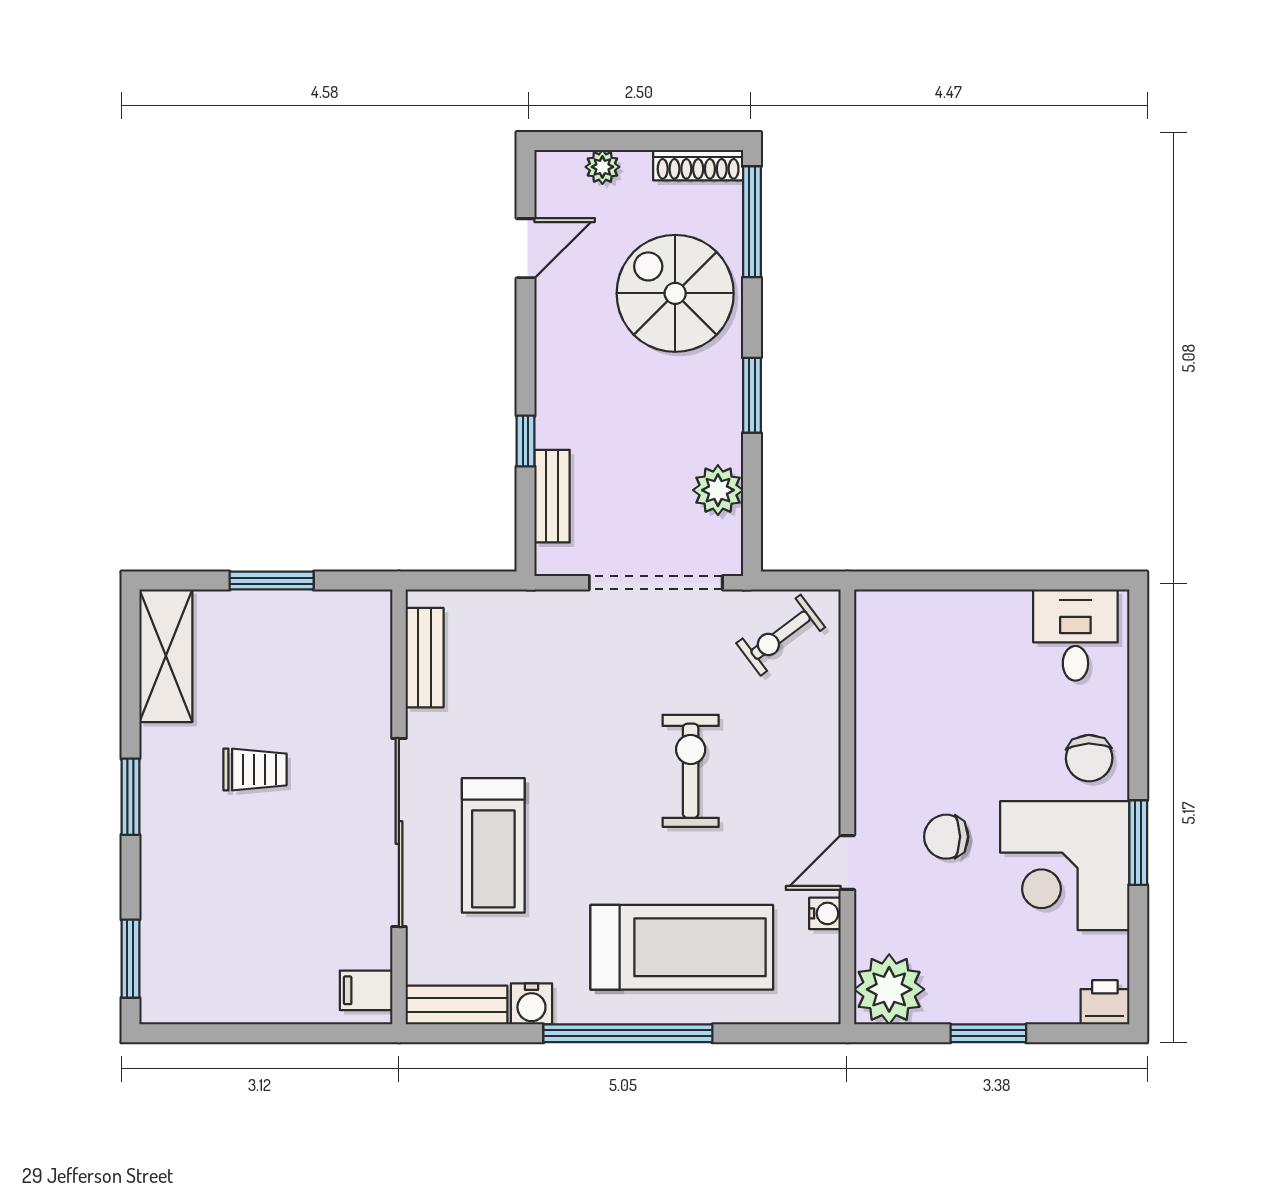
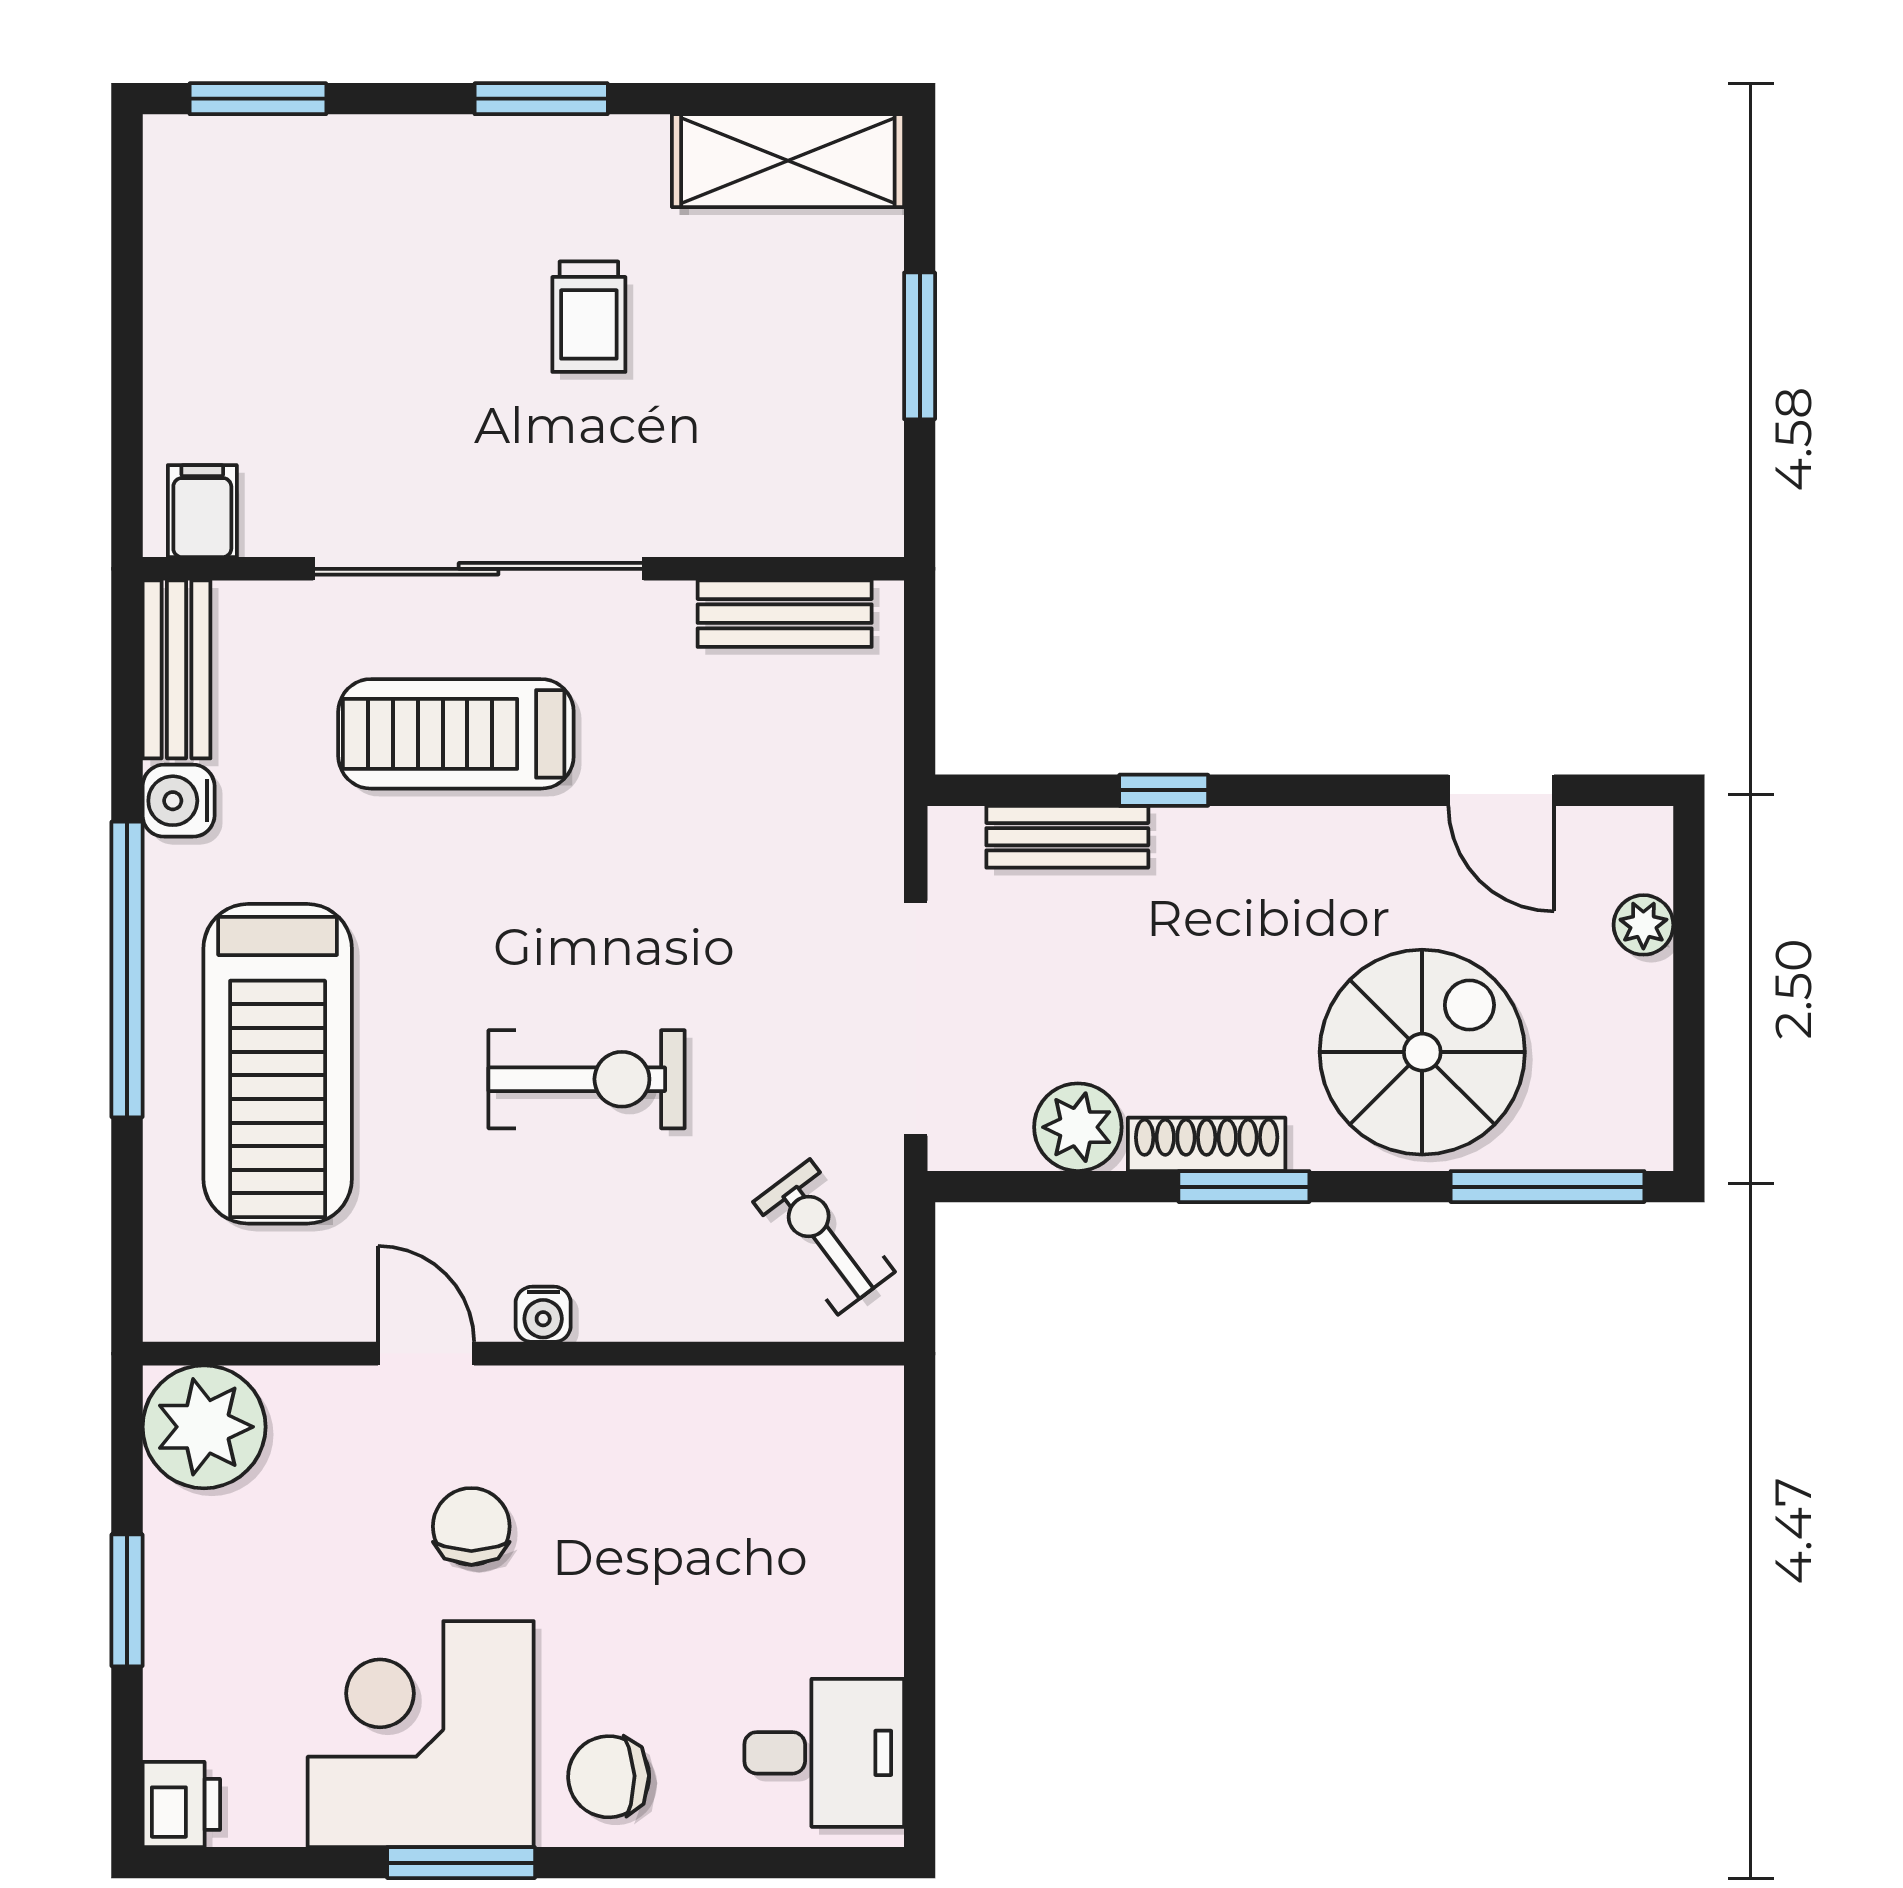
shoe rack: (698, 165) -> (1207, 1144), moved, turned 90
water cooler: (825, 913) -> (543, 1314), moved

